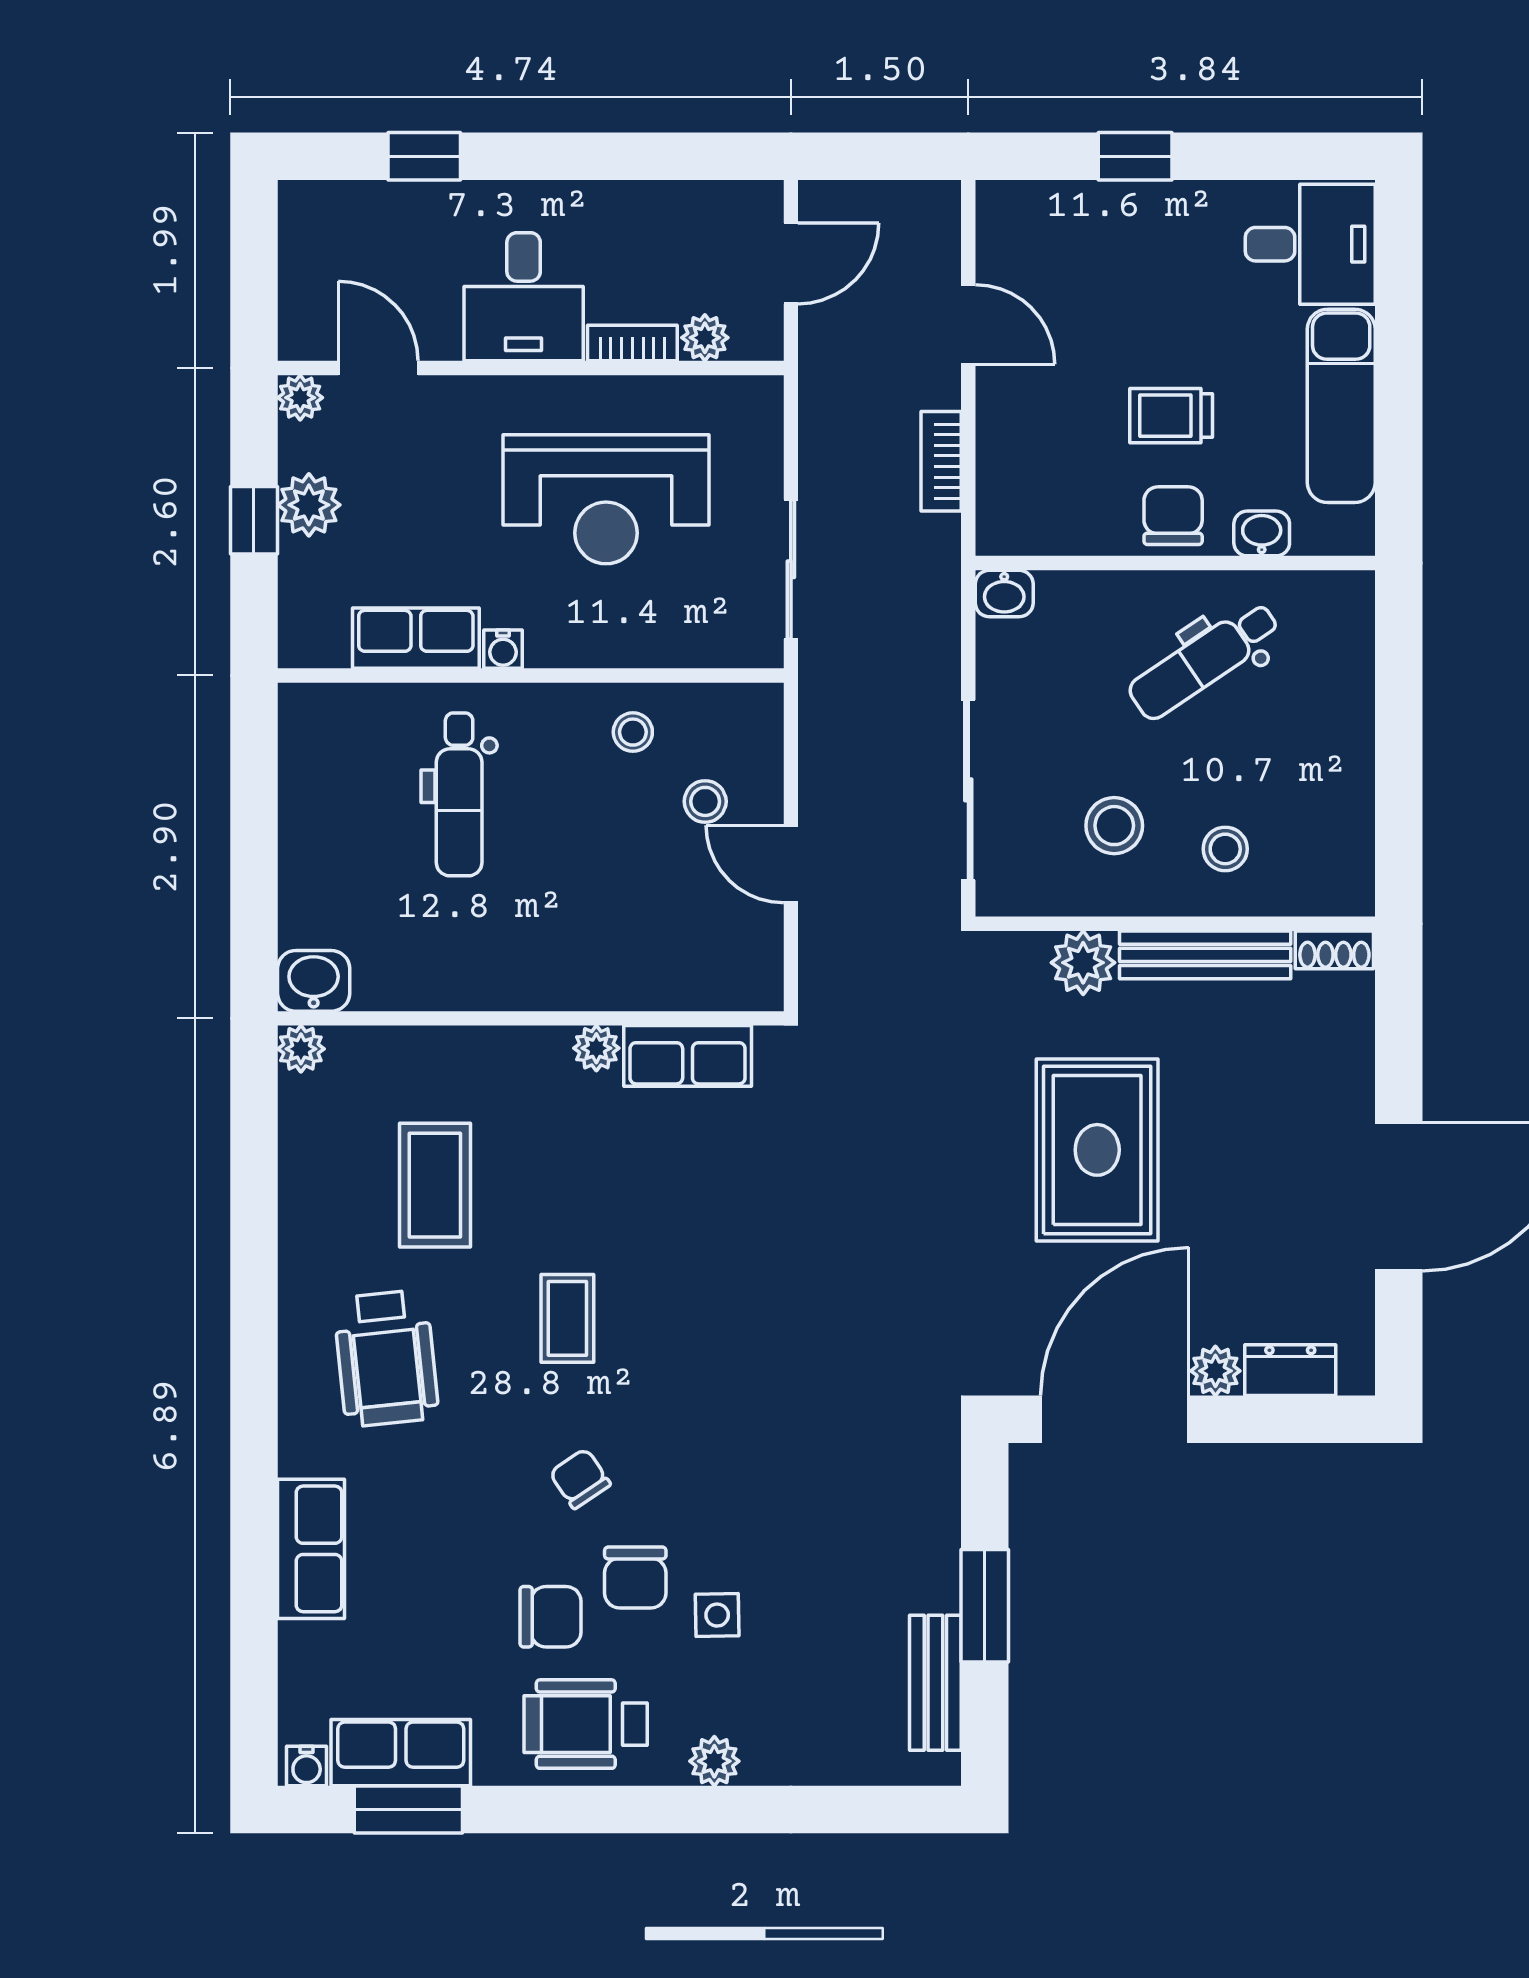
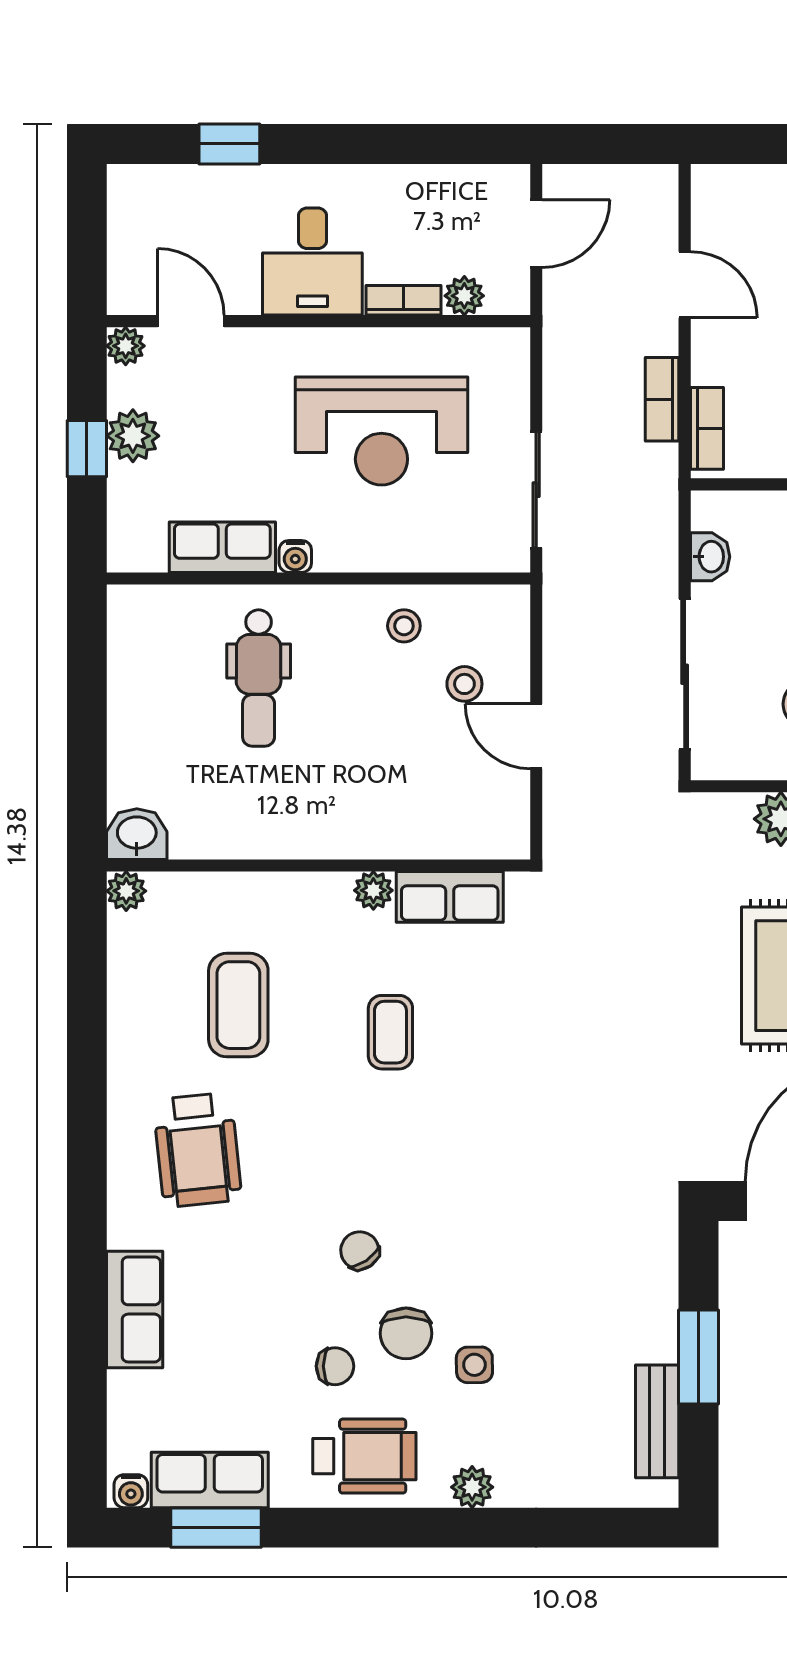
bookcase: (995, 496) -> (707, 428), added
washbasin: (1004, 593) -> (710, 557), moved, turned -90
coffee table: (567, 1318) -> (390, 1032), moved
chair: (550, 1617) -> (335, 1366), width x0.73, depth x0.73
wheelchair: (586, 1724) -> (364, 1456), turned 180

